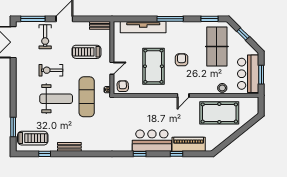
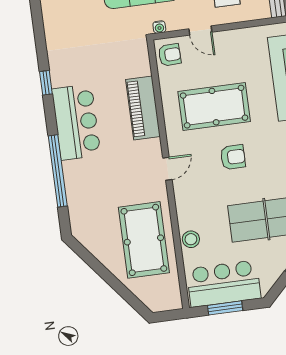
door: (183, 95) -> (167, 169), swing flipped
piano: (189, 144) -> (143, 108), moved, turned 180
window: (140, 154) -> (46, 83), moved
window: (177, 154) -> (58, 171), width x3.17

